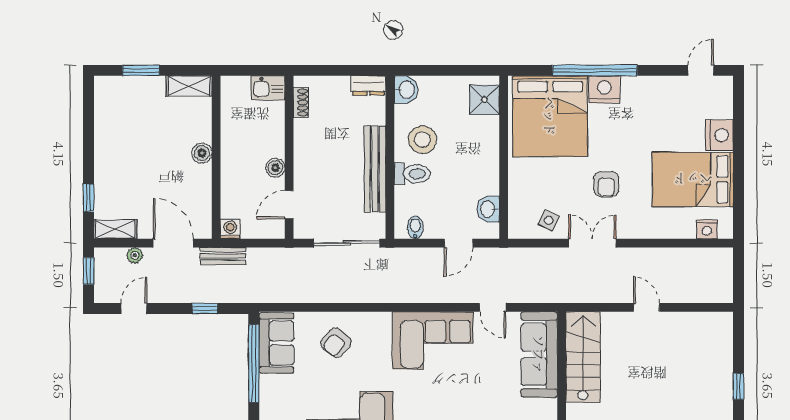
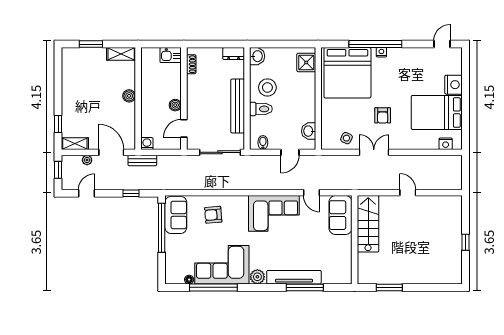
nightstand: (604, 89) -> (381, 52), width x0.53, depth x0.56
armchair: (336, 343) -> (213, 215), turned 46
sofa: (539, 354) -> (341, 215), width x0.73

